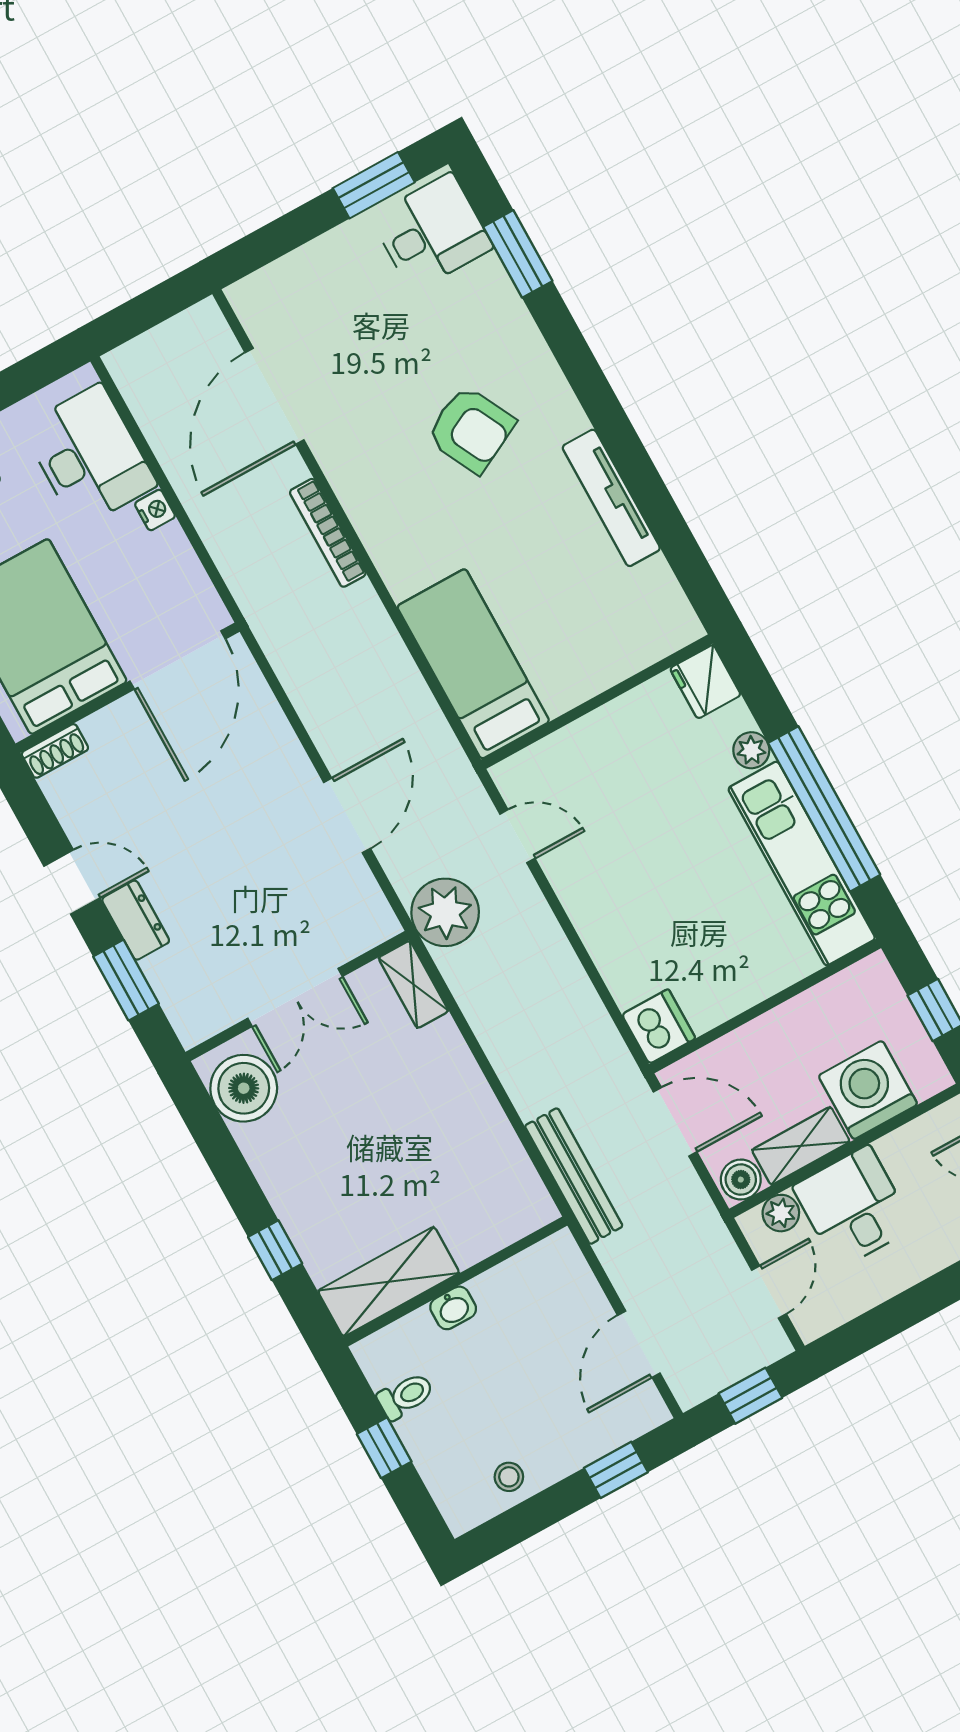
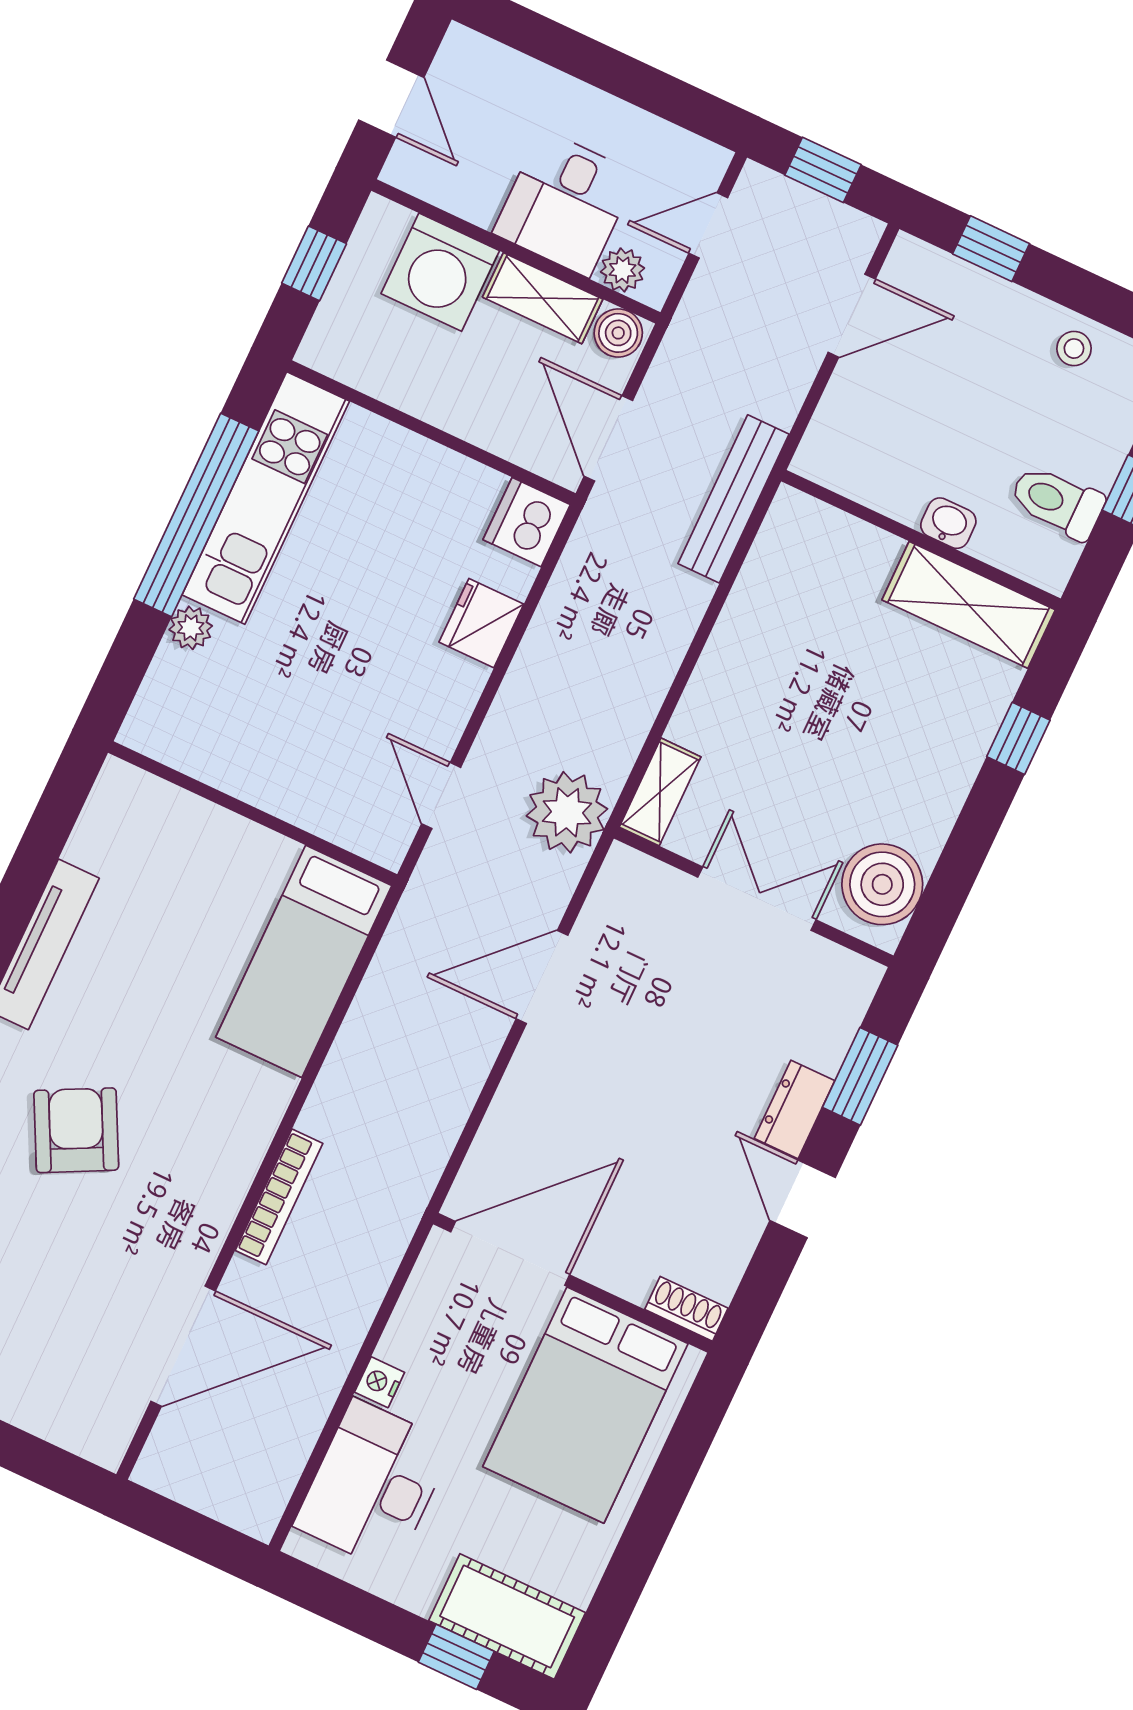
fridge: (705, 682) -> (481, 623), moved, turned 180
toilet: (406, 1396) -> (1057, 502), width x1.37, depth x1.39

